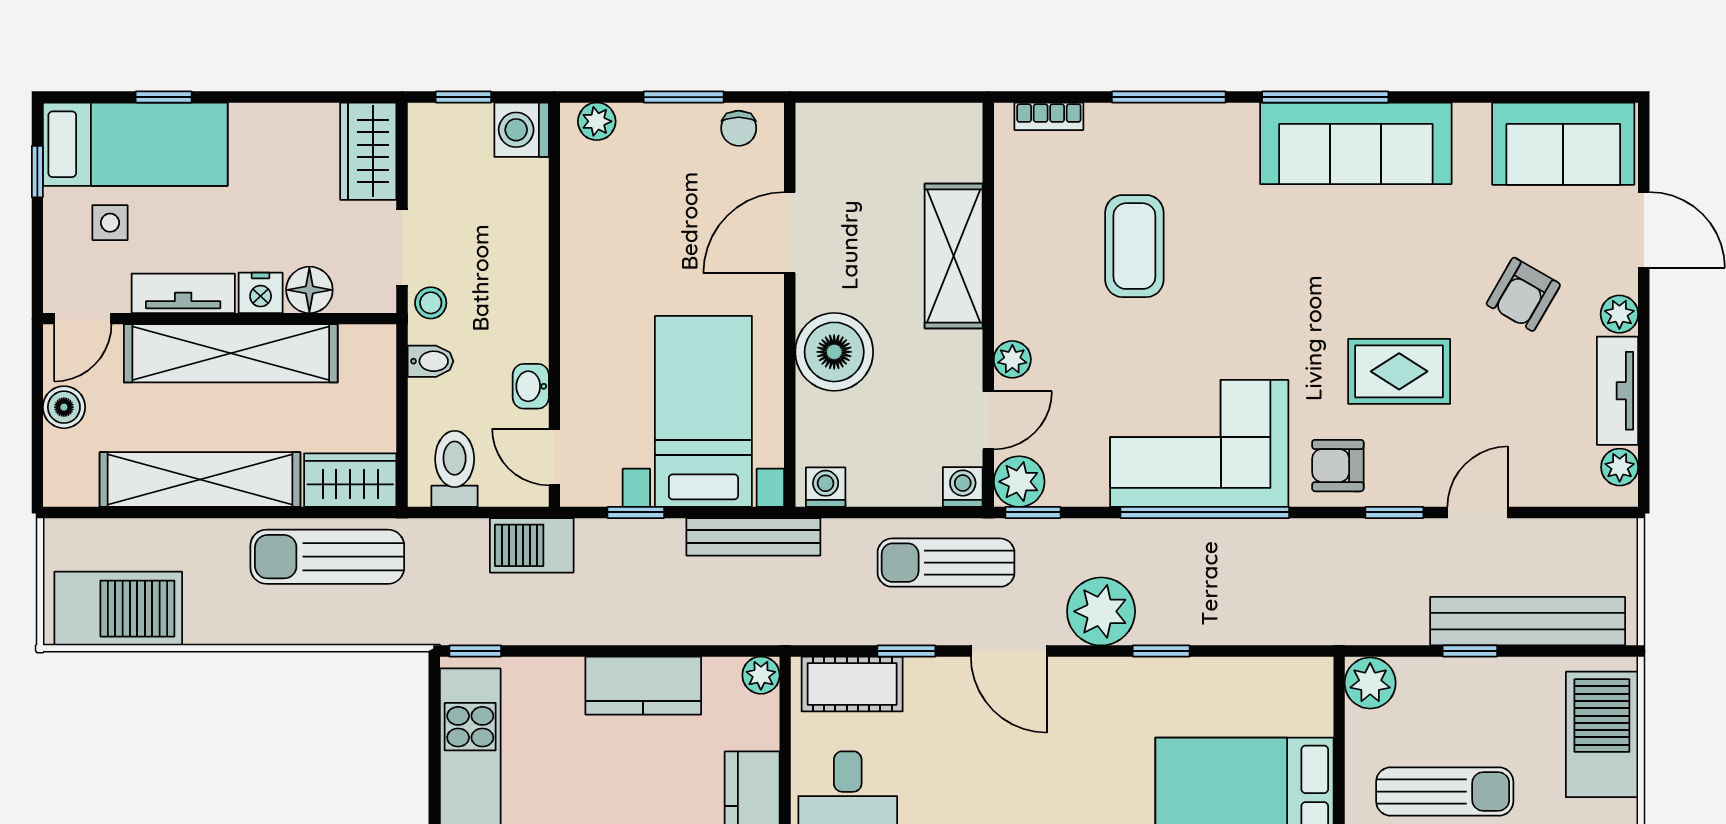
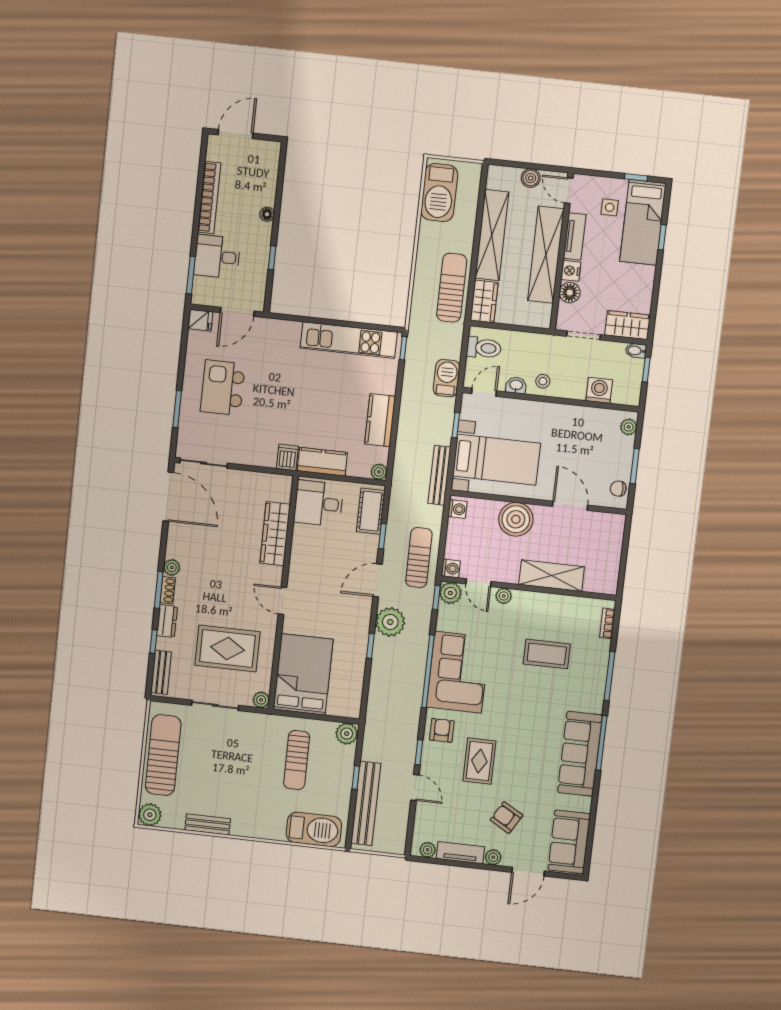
washing machine: (522, 130) -> (599, 390), moved
stool: (431, 303) -> (543, 381), moved
bidet: (431, 361) -> (636, 351), moved, turned 90

